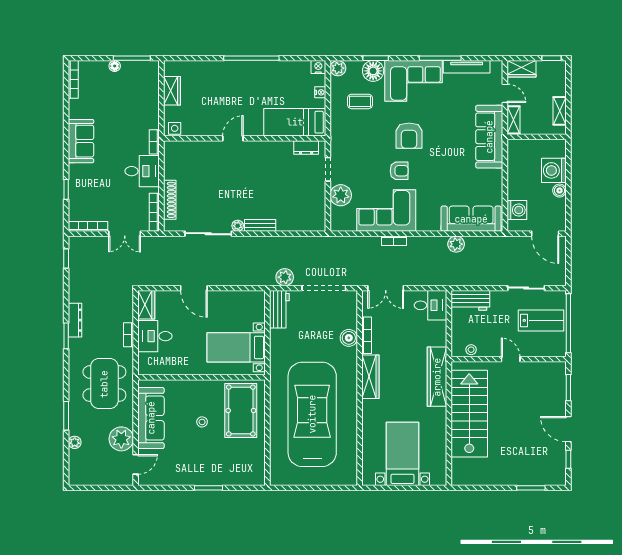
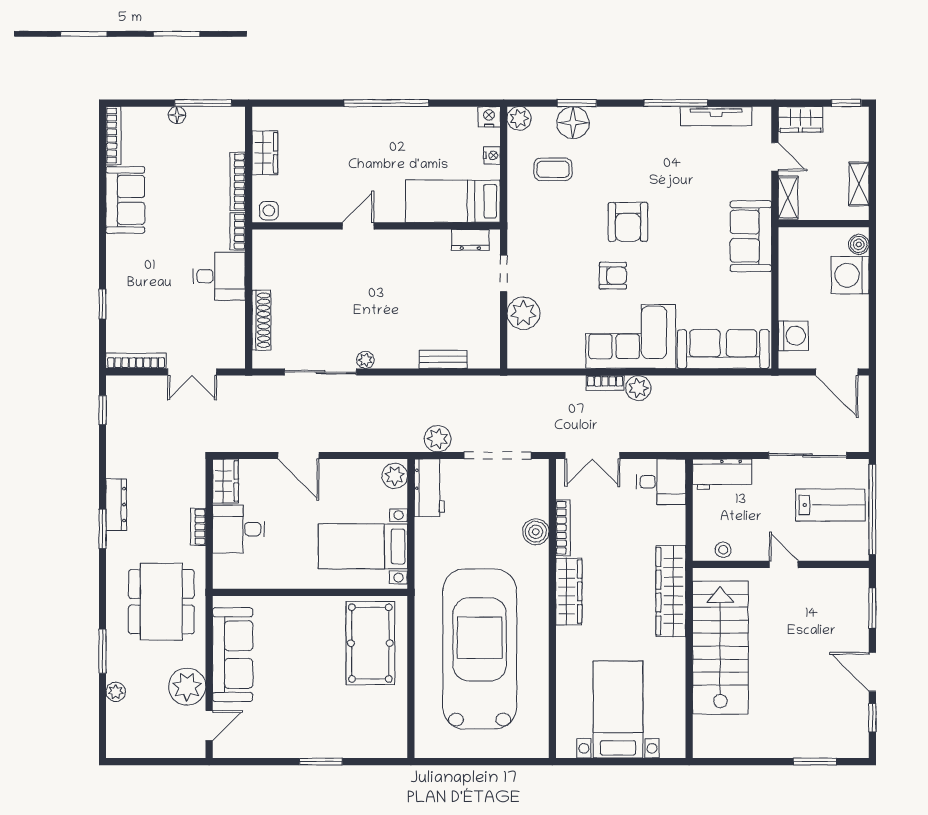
corner sofa: (413, 81) -> (635, 138), removed
sofa: (489, 137) -> (751, 236), width x0.73
sofa: (81, 141) -> (125, 200), moved
boiler: (560, 191) -> (859, 244), moved
corner sofa: (386, 210) -> (631, 337), moved
bookcase: (154, 212) -> (238, 182), moved
bench: (260, 225) -> (443, 359), moved
plant: (456, 244) -> (638, 388), moved
sliding door: (526, 288) -> (808, 455), width x1.37
plant: (257, 301) -> (395, 476), added
stool: (202, 422) -> (311, 661), removed

